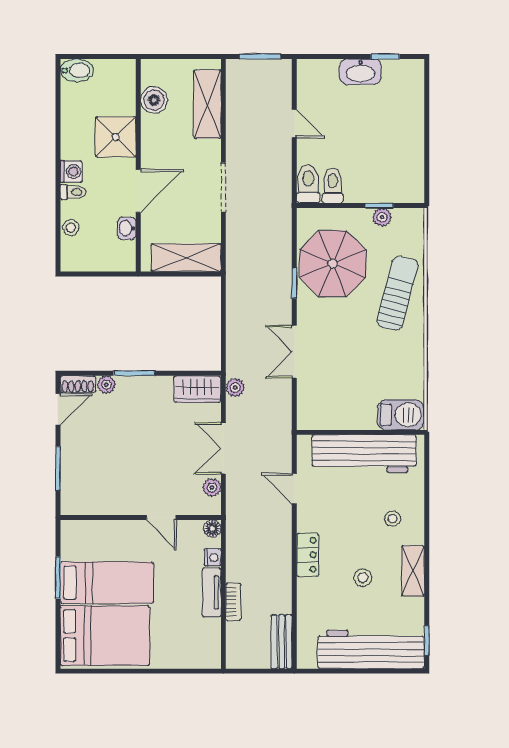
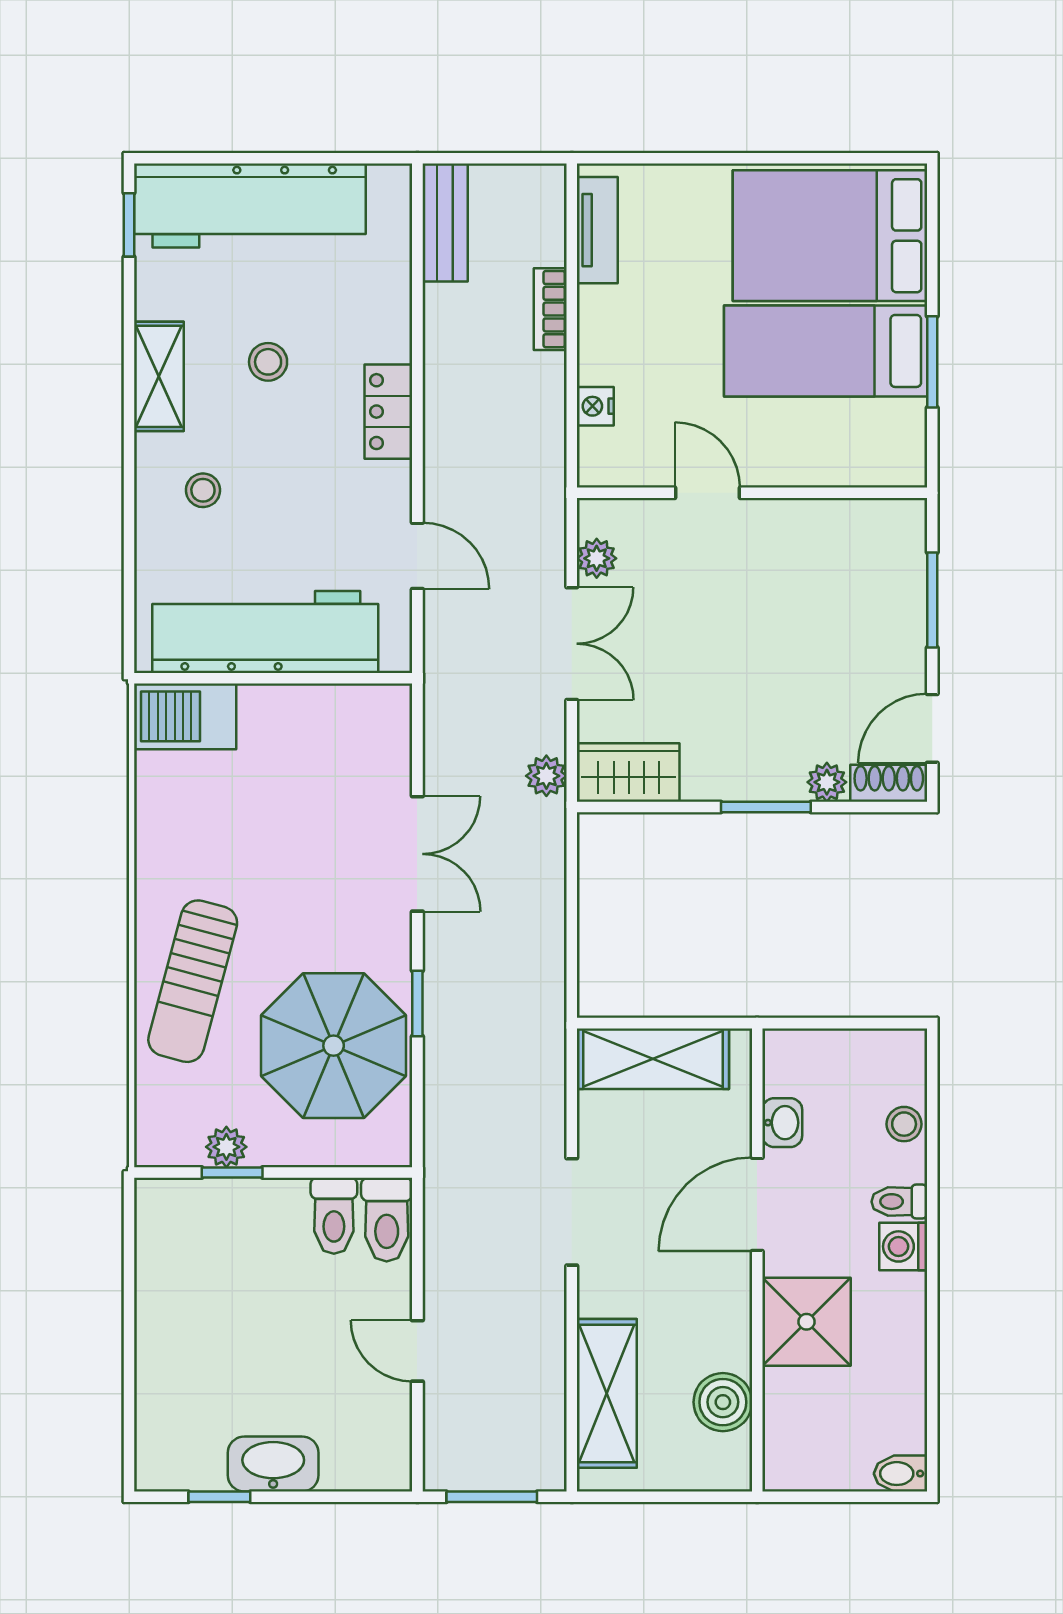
bidet: (77, 70) -> (900, 1474), width x0.72, depth x0.74
floor lamp: (212, 529) -> (596, 469), removed
tv unit: (212, 593) -> (597, 230), moved

